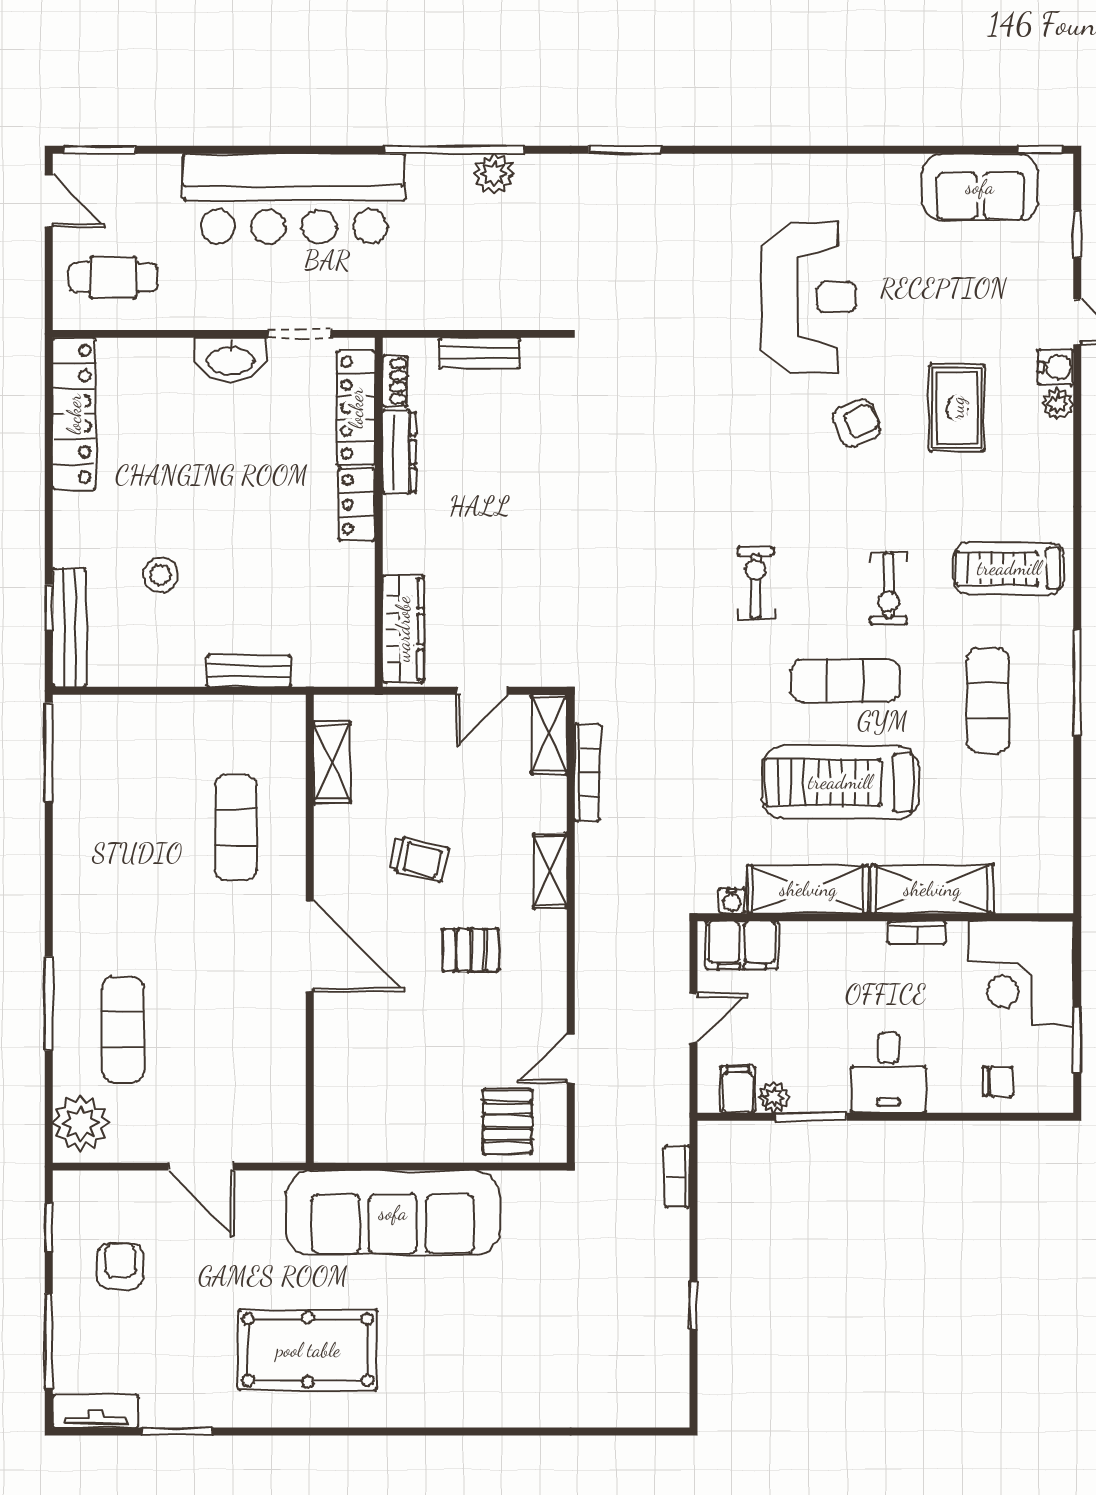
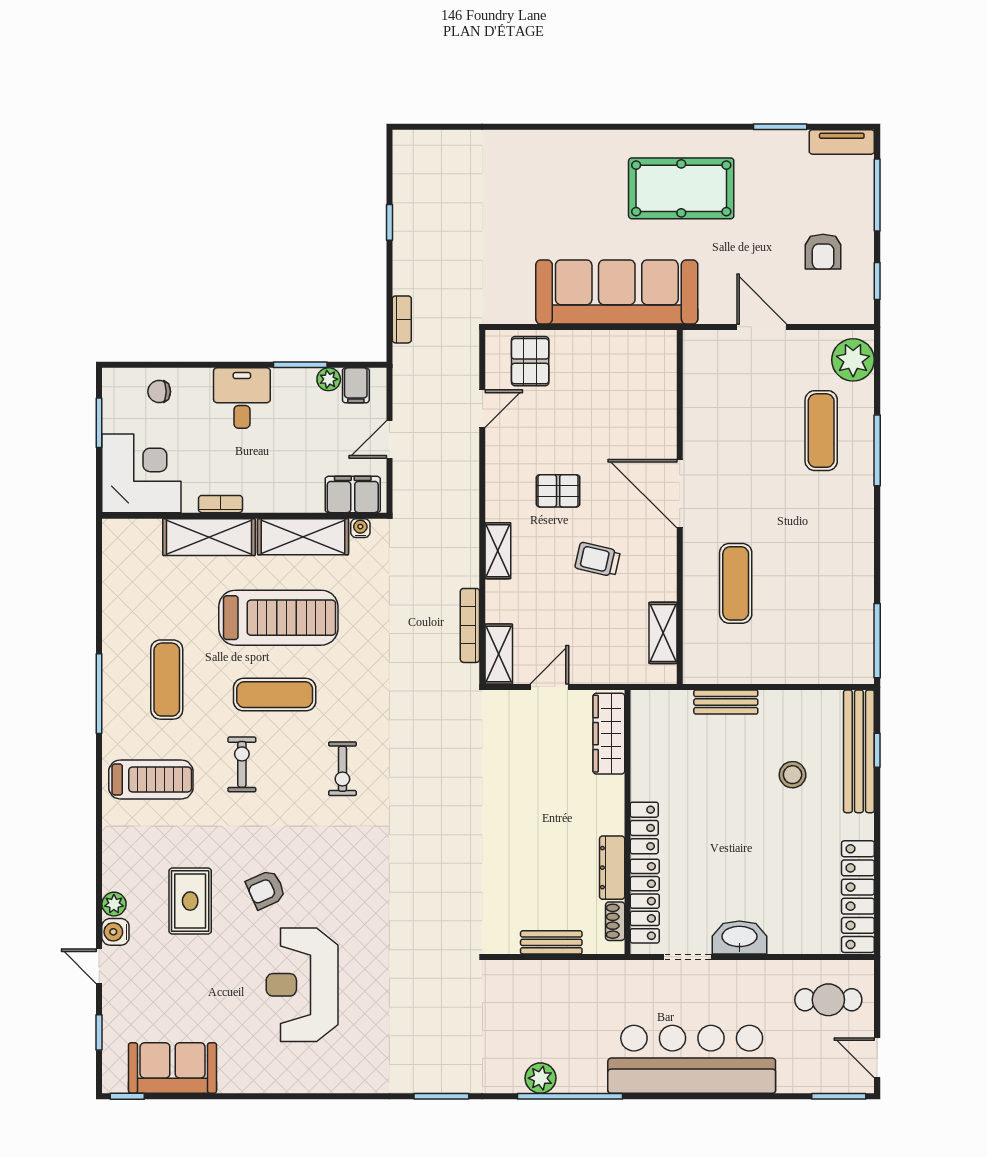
bench: (69, 628) -> (859, 751), width x1.37, depth x1.21

